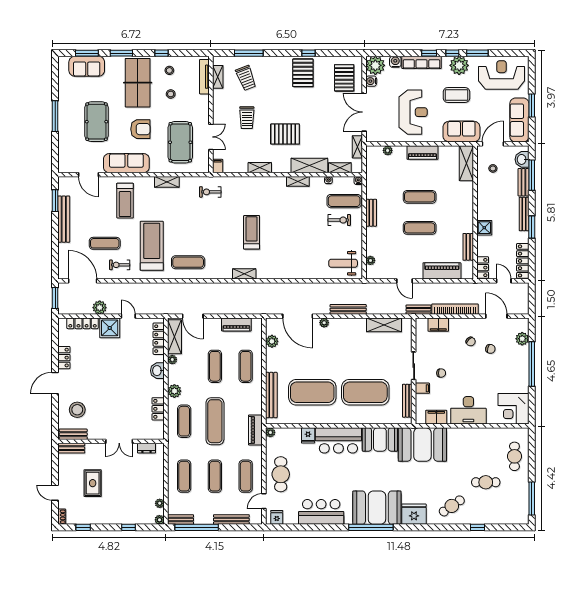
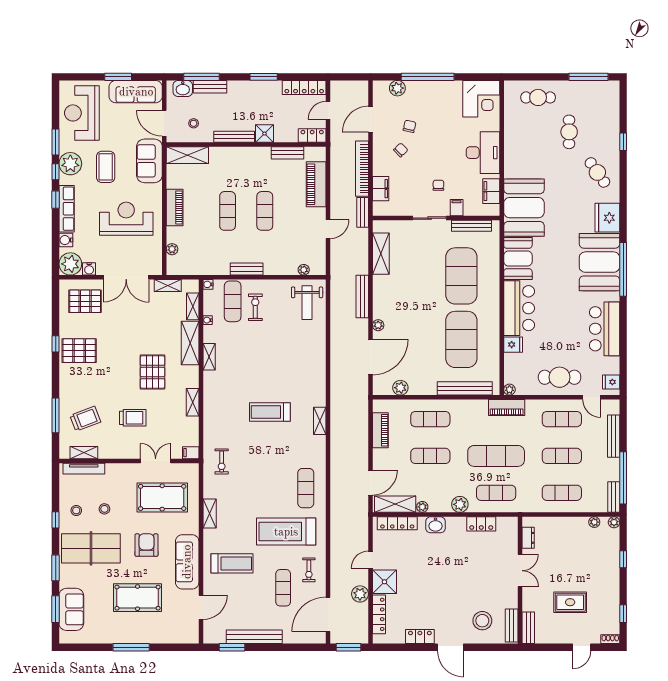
bench: (524, 214) -> (234, 137), moved

